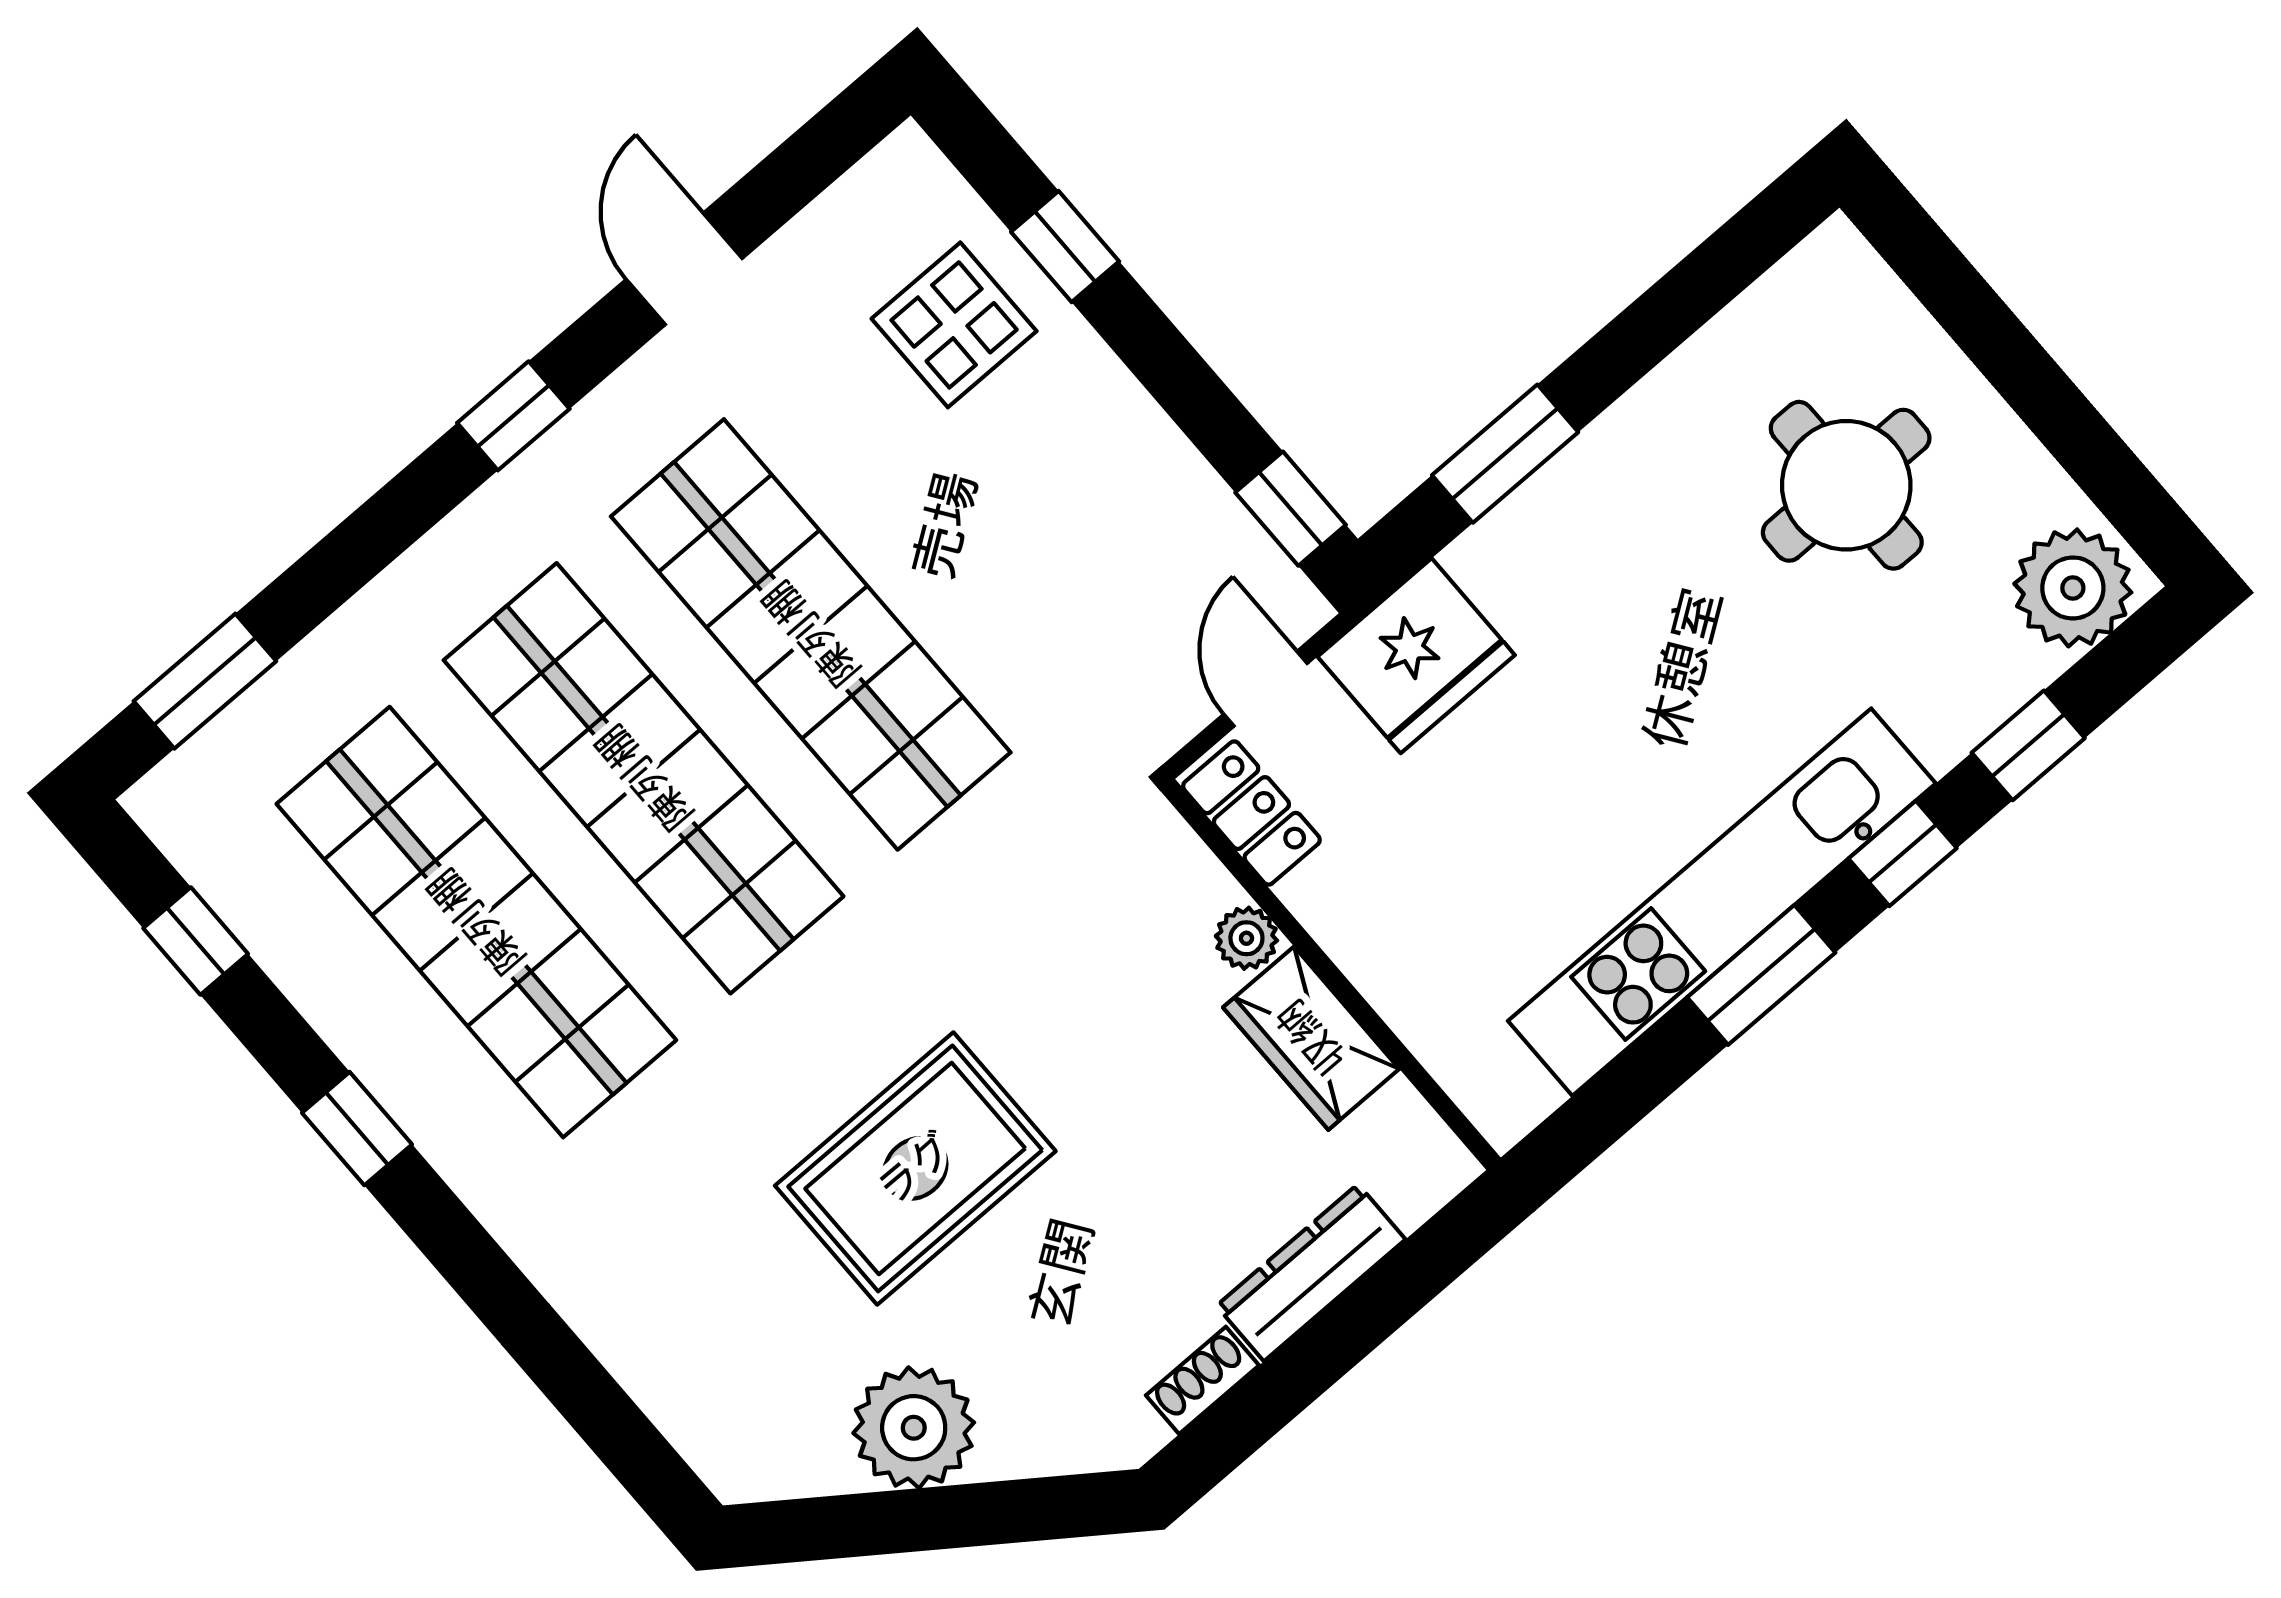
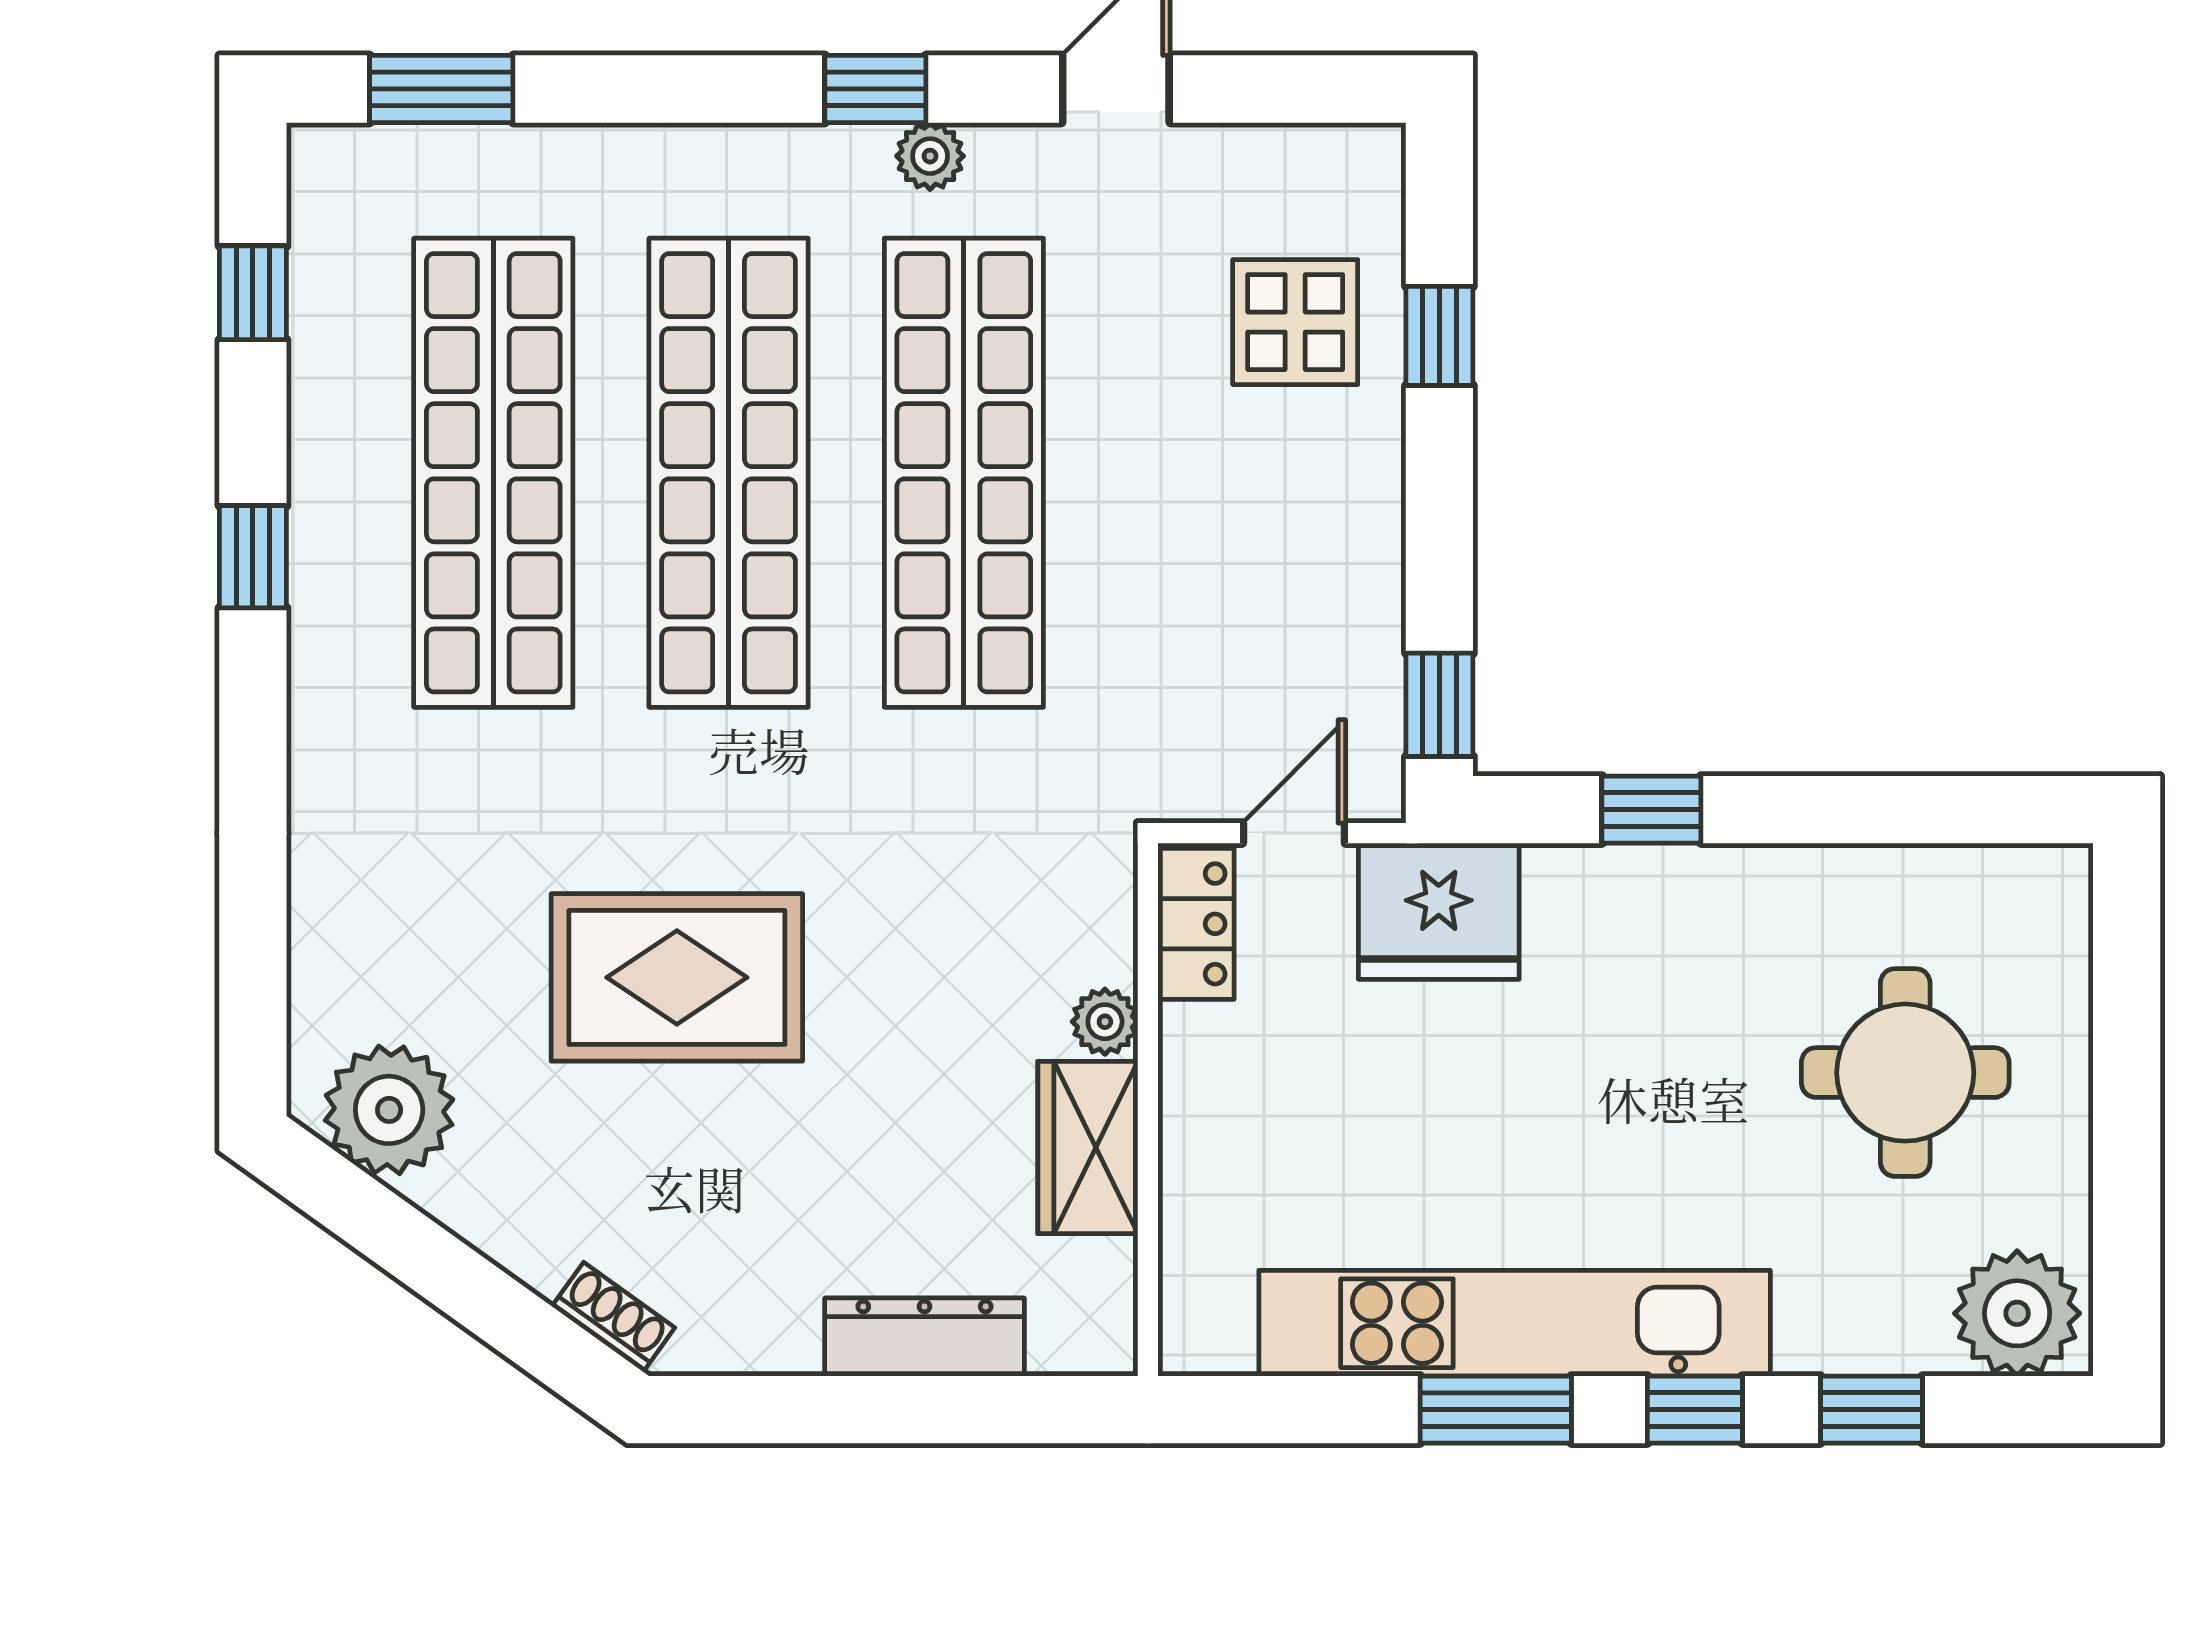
plant: (593, 430) -> (930, 156), added
window: (1505, 454) -> (1651, 810), width x0.67
shoe rack: (1202, 1380) -> (613, 1317), moved, turned 36
plant: (914, 1428) -> (389, 1110), moved

